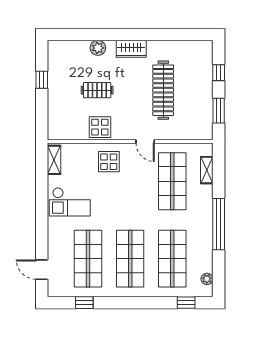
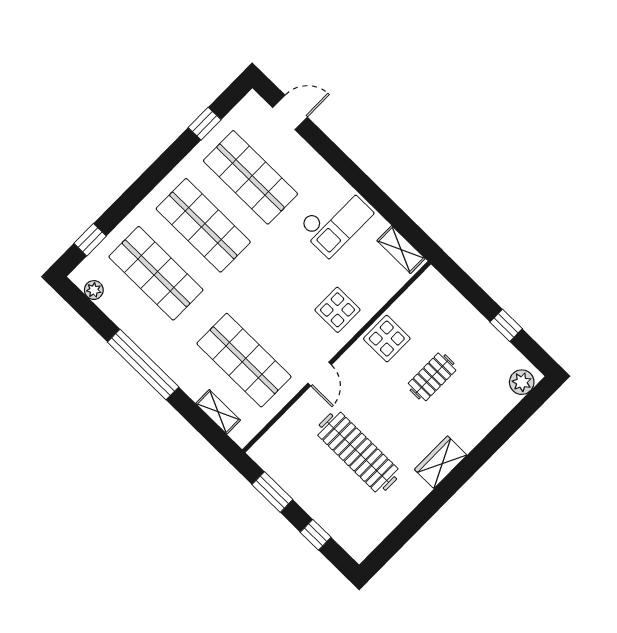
plant: (98, 48) -> (522, 382), moved
door: (145, 141) -> (320, 374), swing flipped
checkout: (70, 202) -> (336, 220), turned 180

